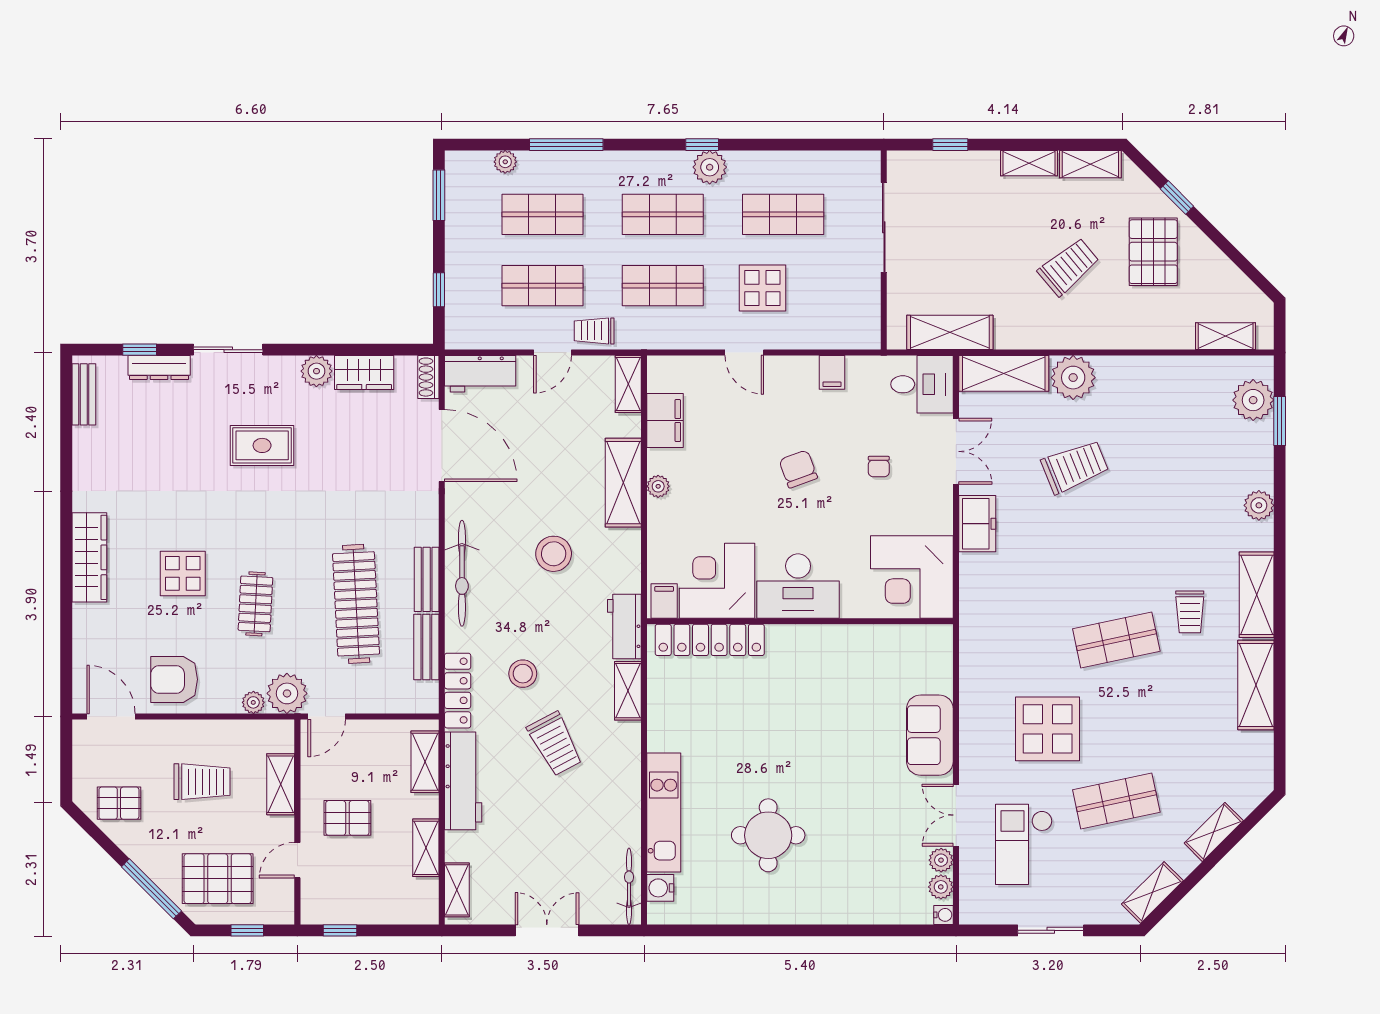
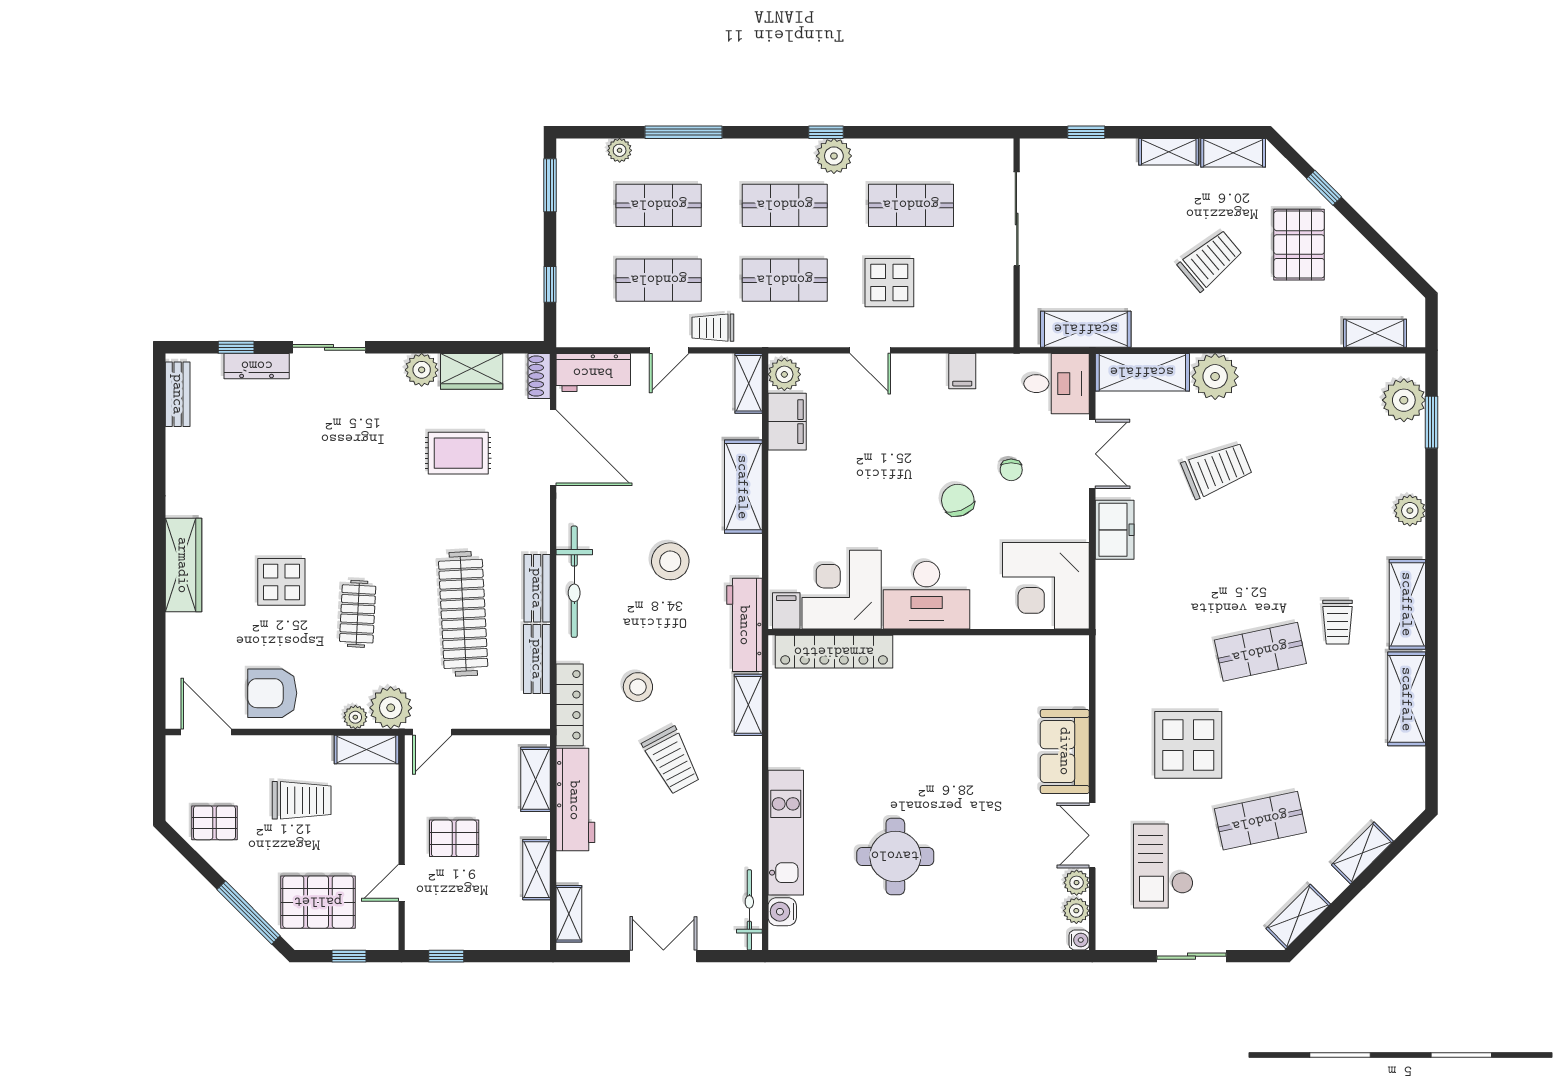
rug: (262, 445) -> (458, 453), moved
chair: (798, 469) -> (958, 500), moved
plant: (658, 486) -> (784, 374), moved, width x1.38, depth x1.38
workbench: (624, 627) -> (745, 625), width x1.38
shelving: (281, 784) -> (366, 749), moved, turned 90

